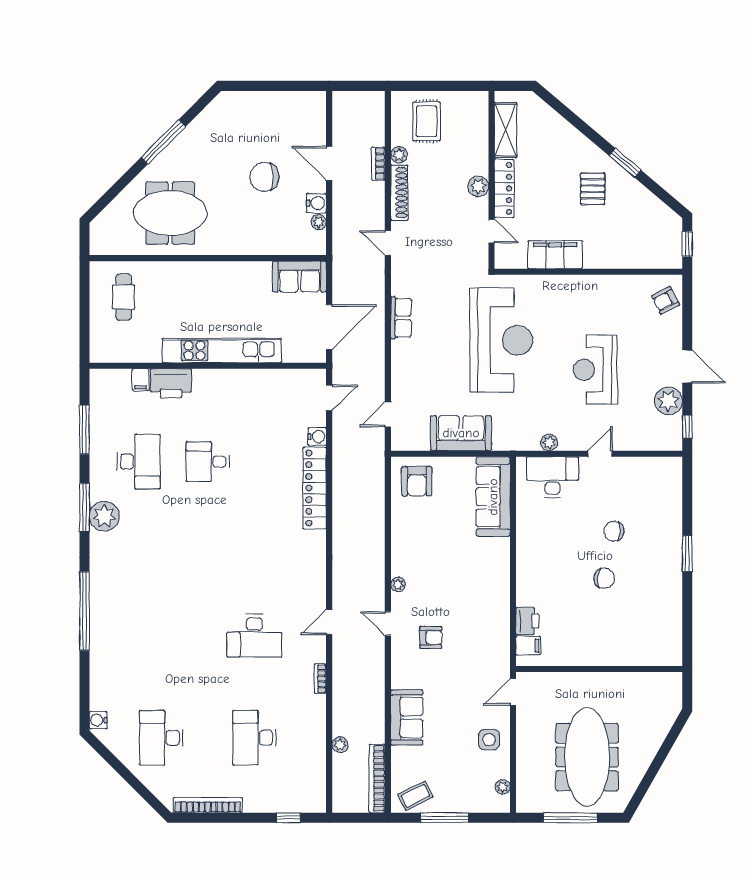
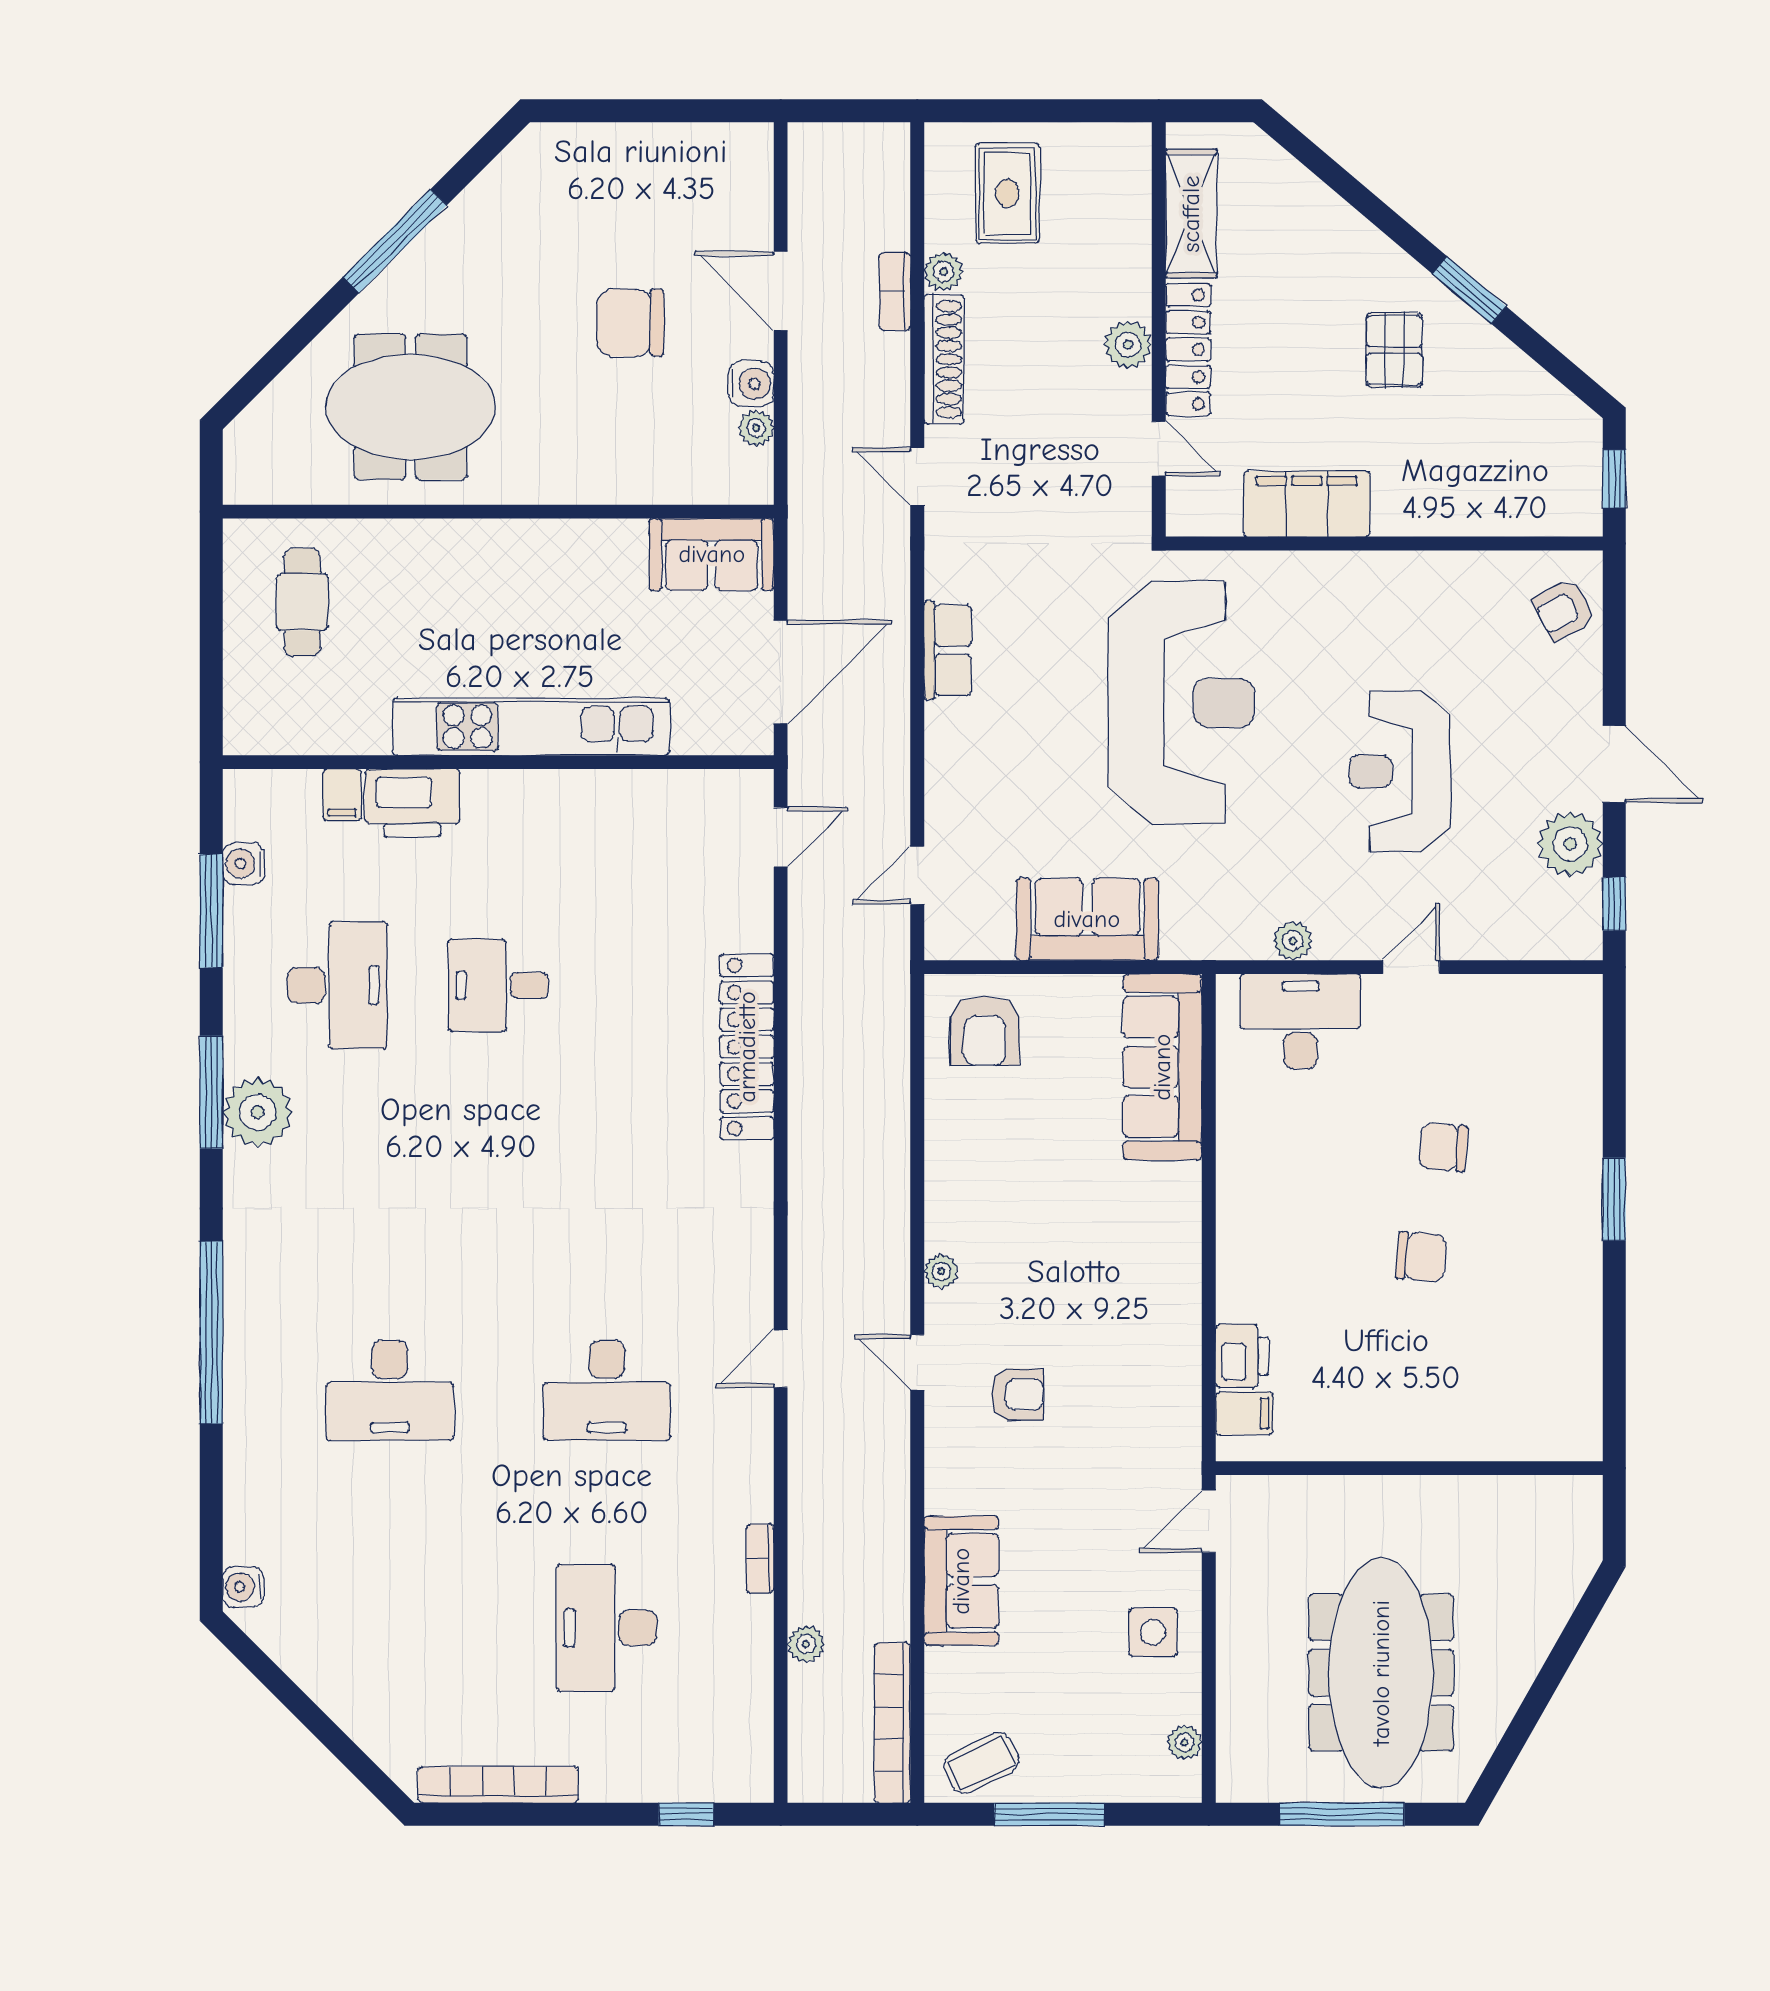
water cooler: (317, 437) -> (244, 864), moved, turned 180
bookcase: (320, 679) -> (760, 1558), moved
desk: (161, 738) -> (390, 1390), moved, turned -90

